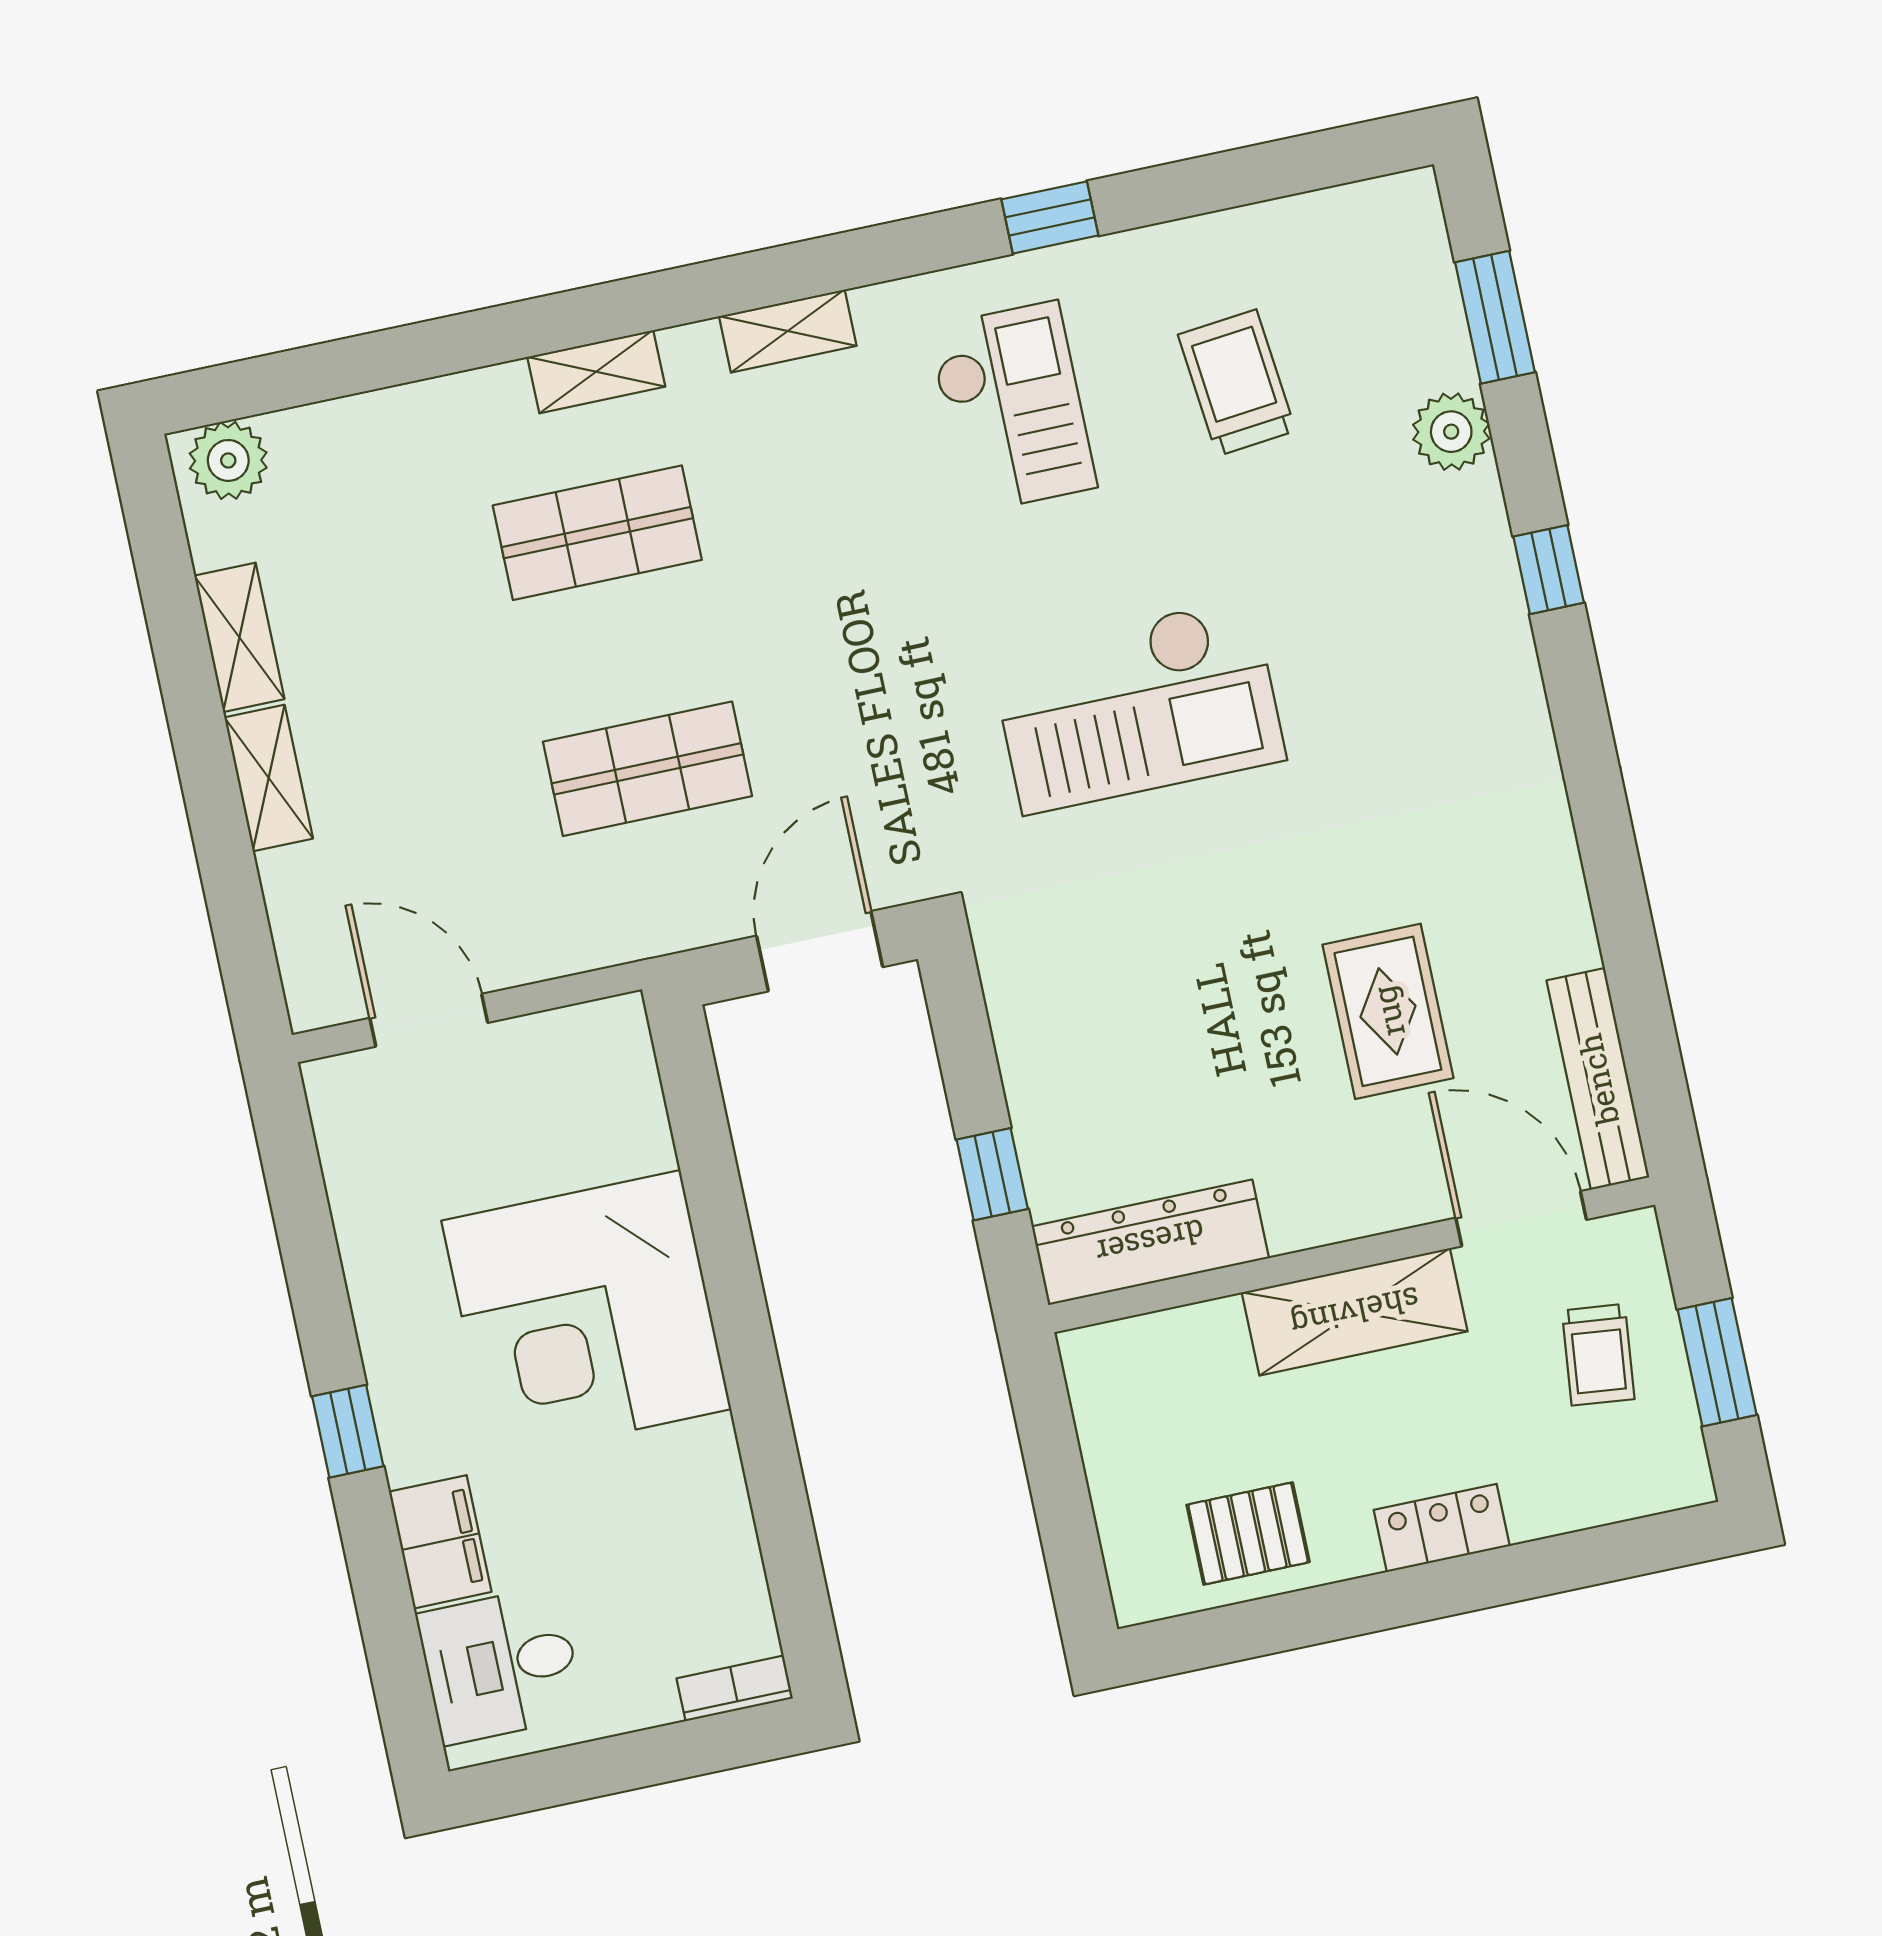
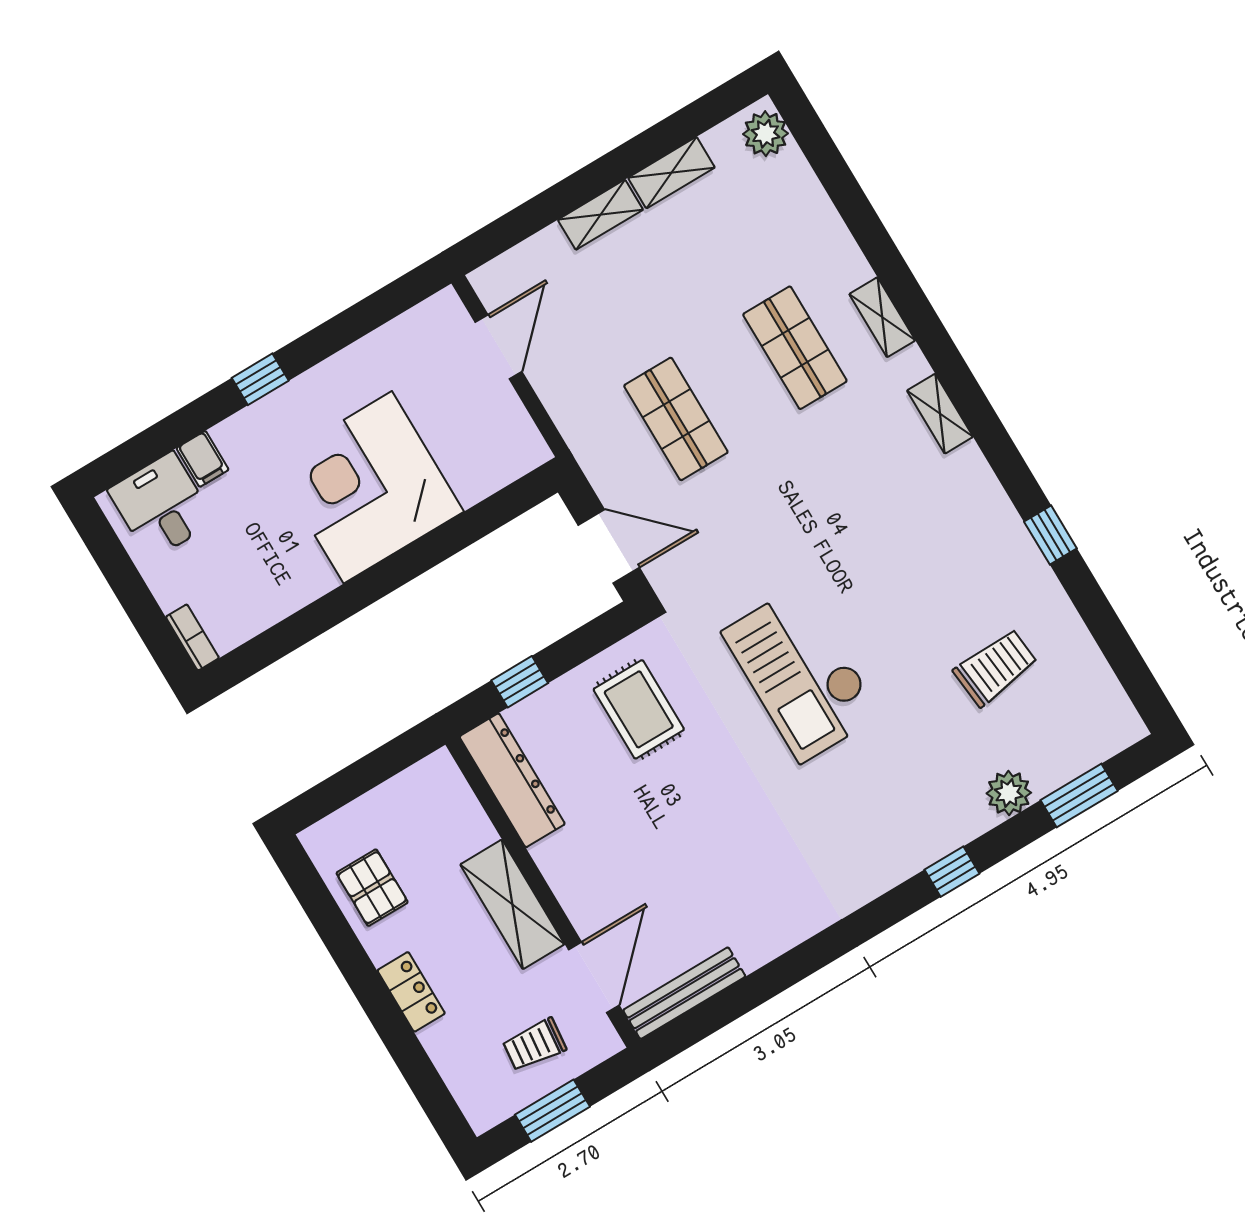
checkout: (1012, 407) -> (940, 550), removed
rug: (1388, 1011) -> (639, 709), moved, turned 90
filing cabinet: (440, 1542) -> (203, 459), width x0.50

